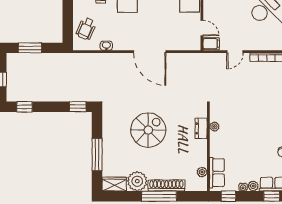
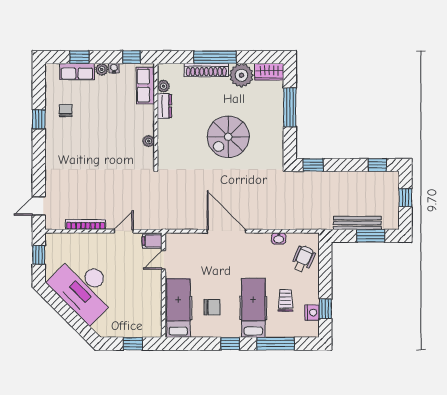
door: (202, 28) -> (164, 260), hinge flipped
bench: (41, 59) -> (357, 223), added
dresser: (201, 128) -> (164, 106), moved

